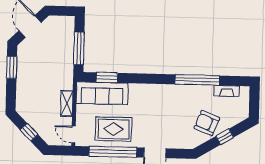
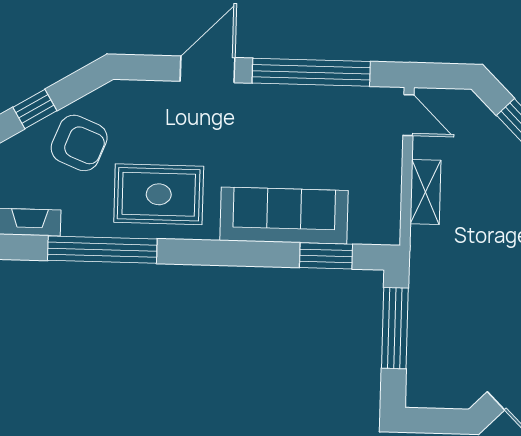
sofa: (102, 93) -> (284, 216), moved
rug: (114, 129) -> (159, 194), moved

